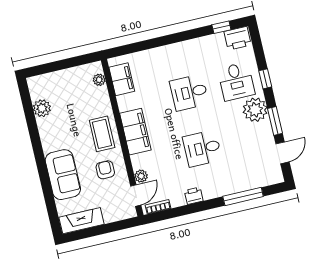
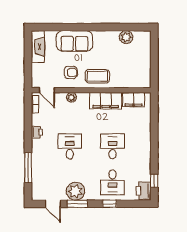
plant: (99, 80) -> (137, 83), removed
desk: (236, 81) -> (112, 182), turned -90
plant: (255, 110) -> (76, 191), moved
filing cabinet: (135, 132) -> (106, 101), moved
plant: (141, 176) -> (71, 97), moved

